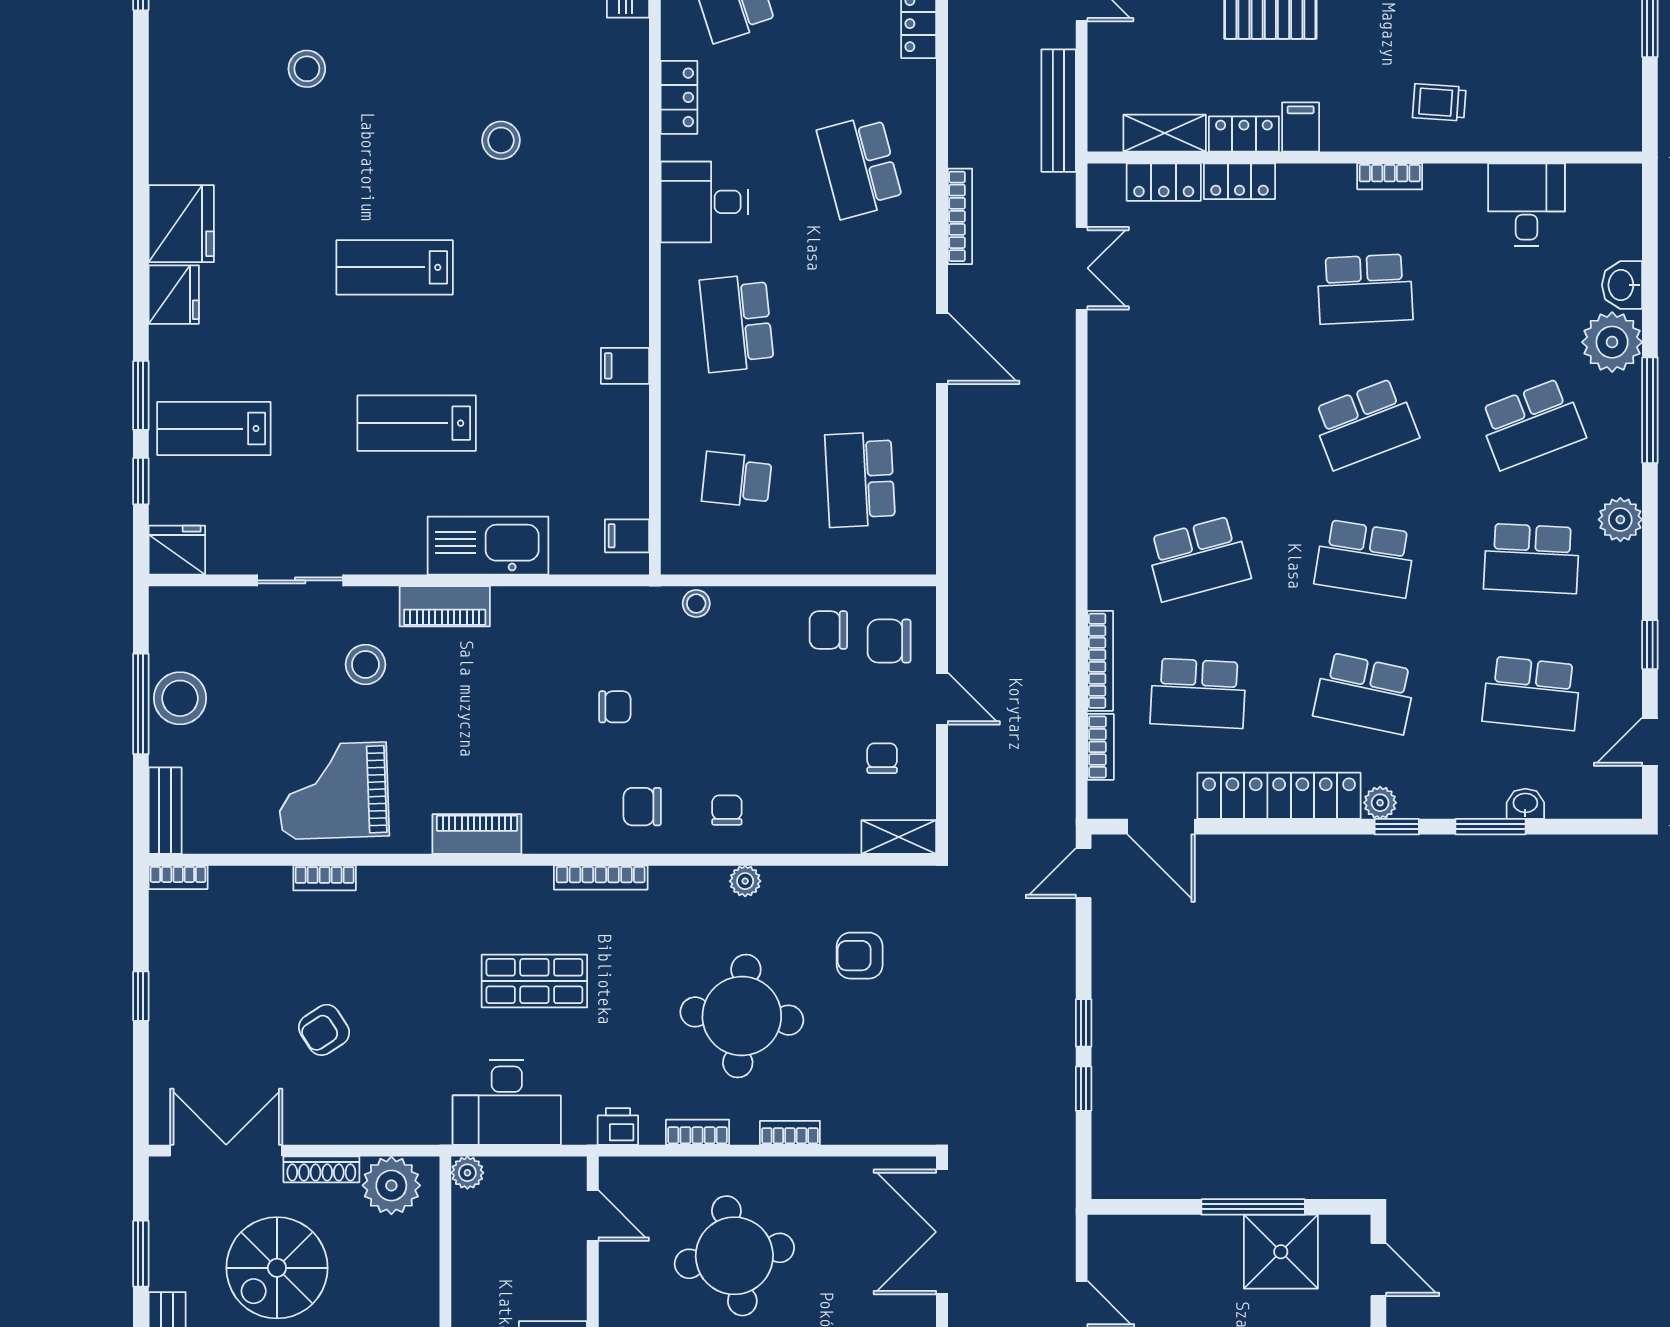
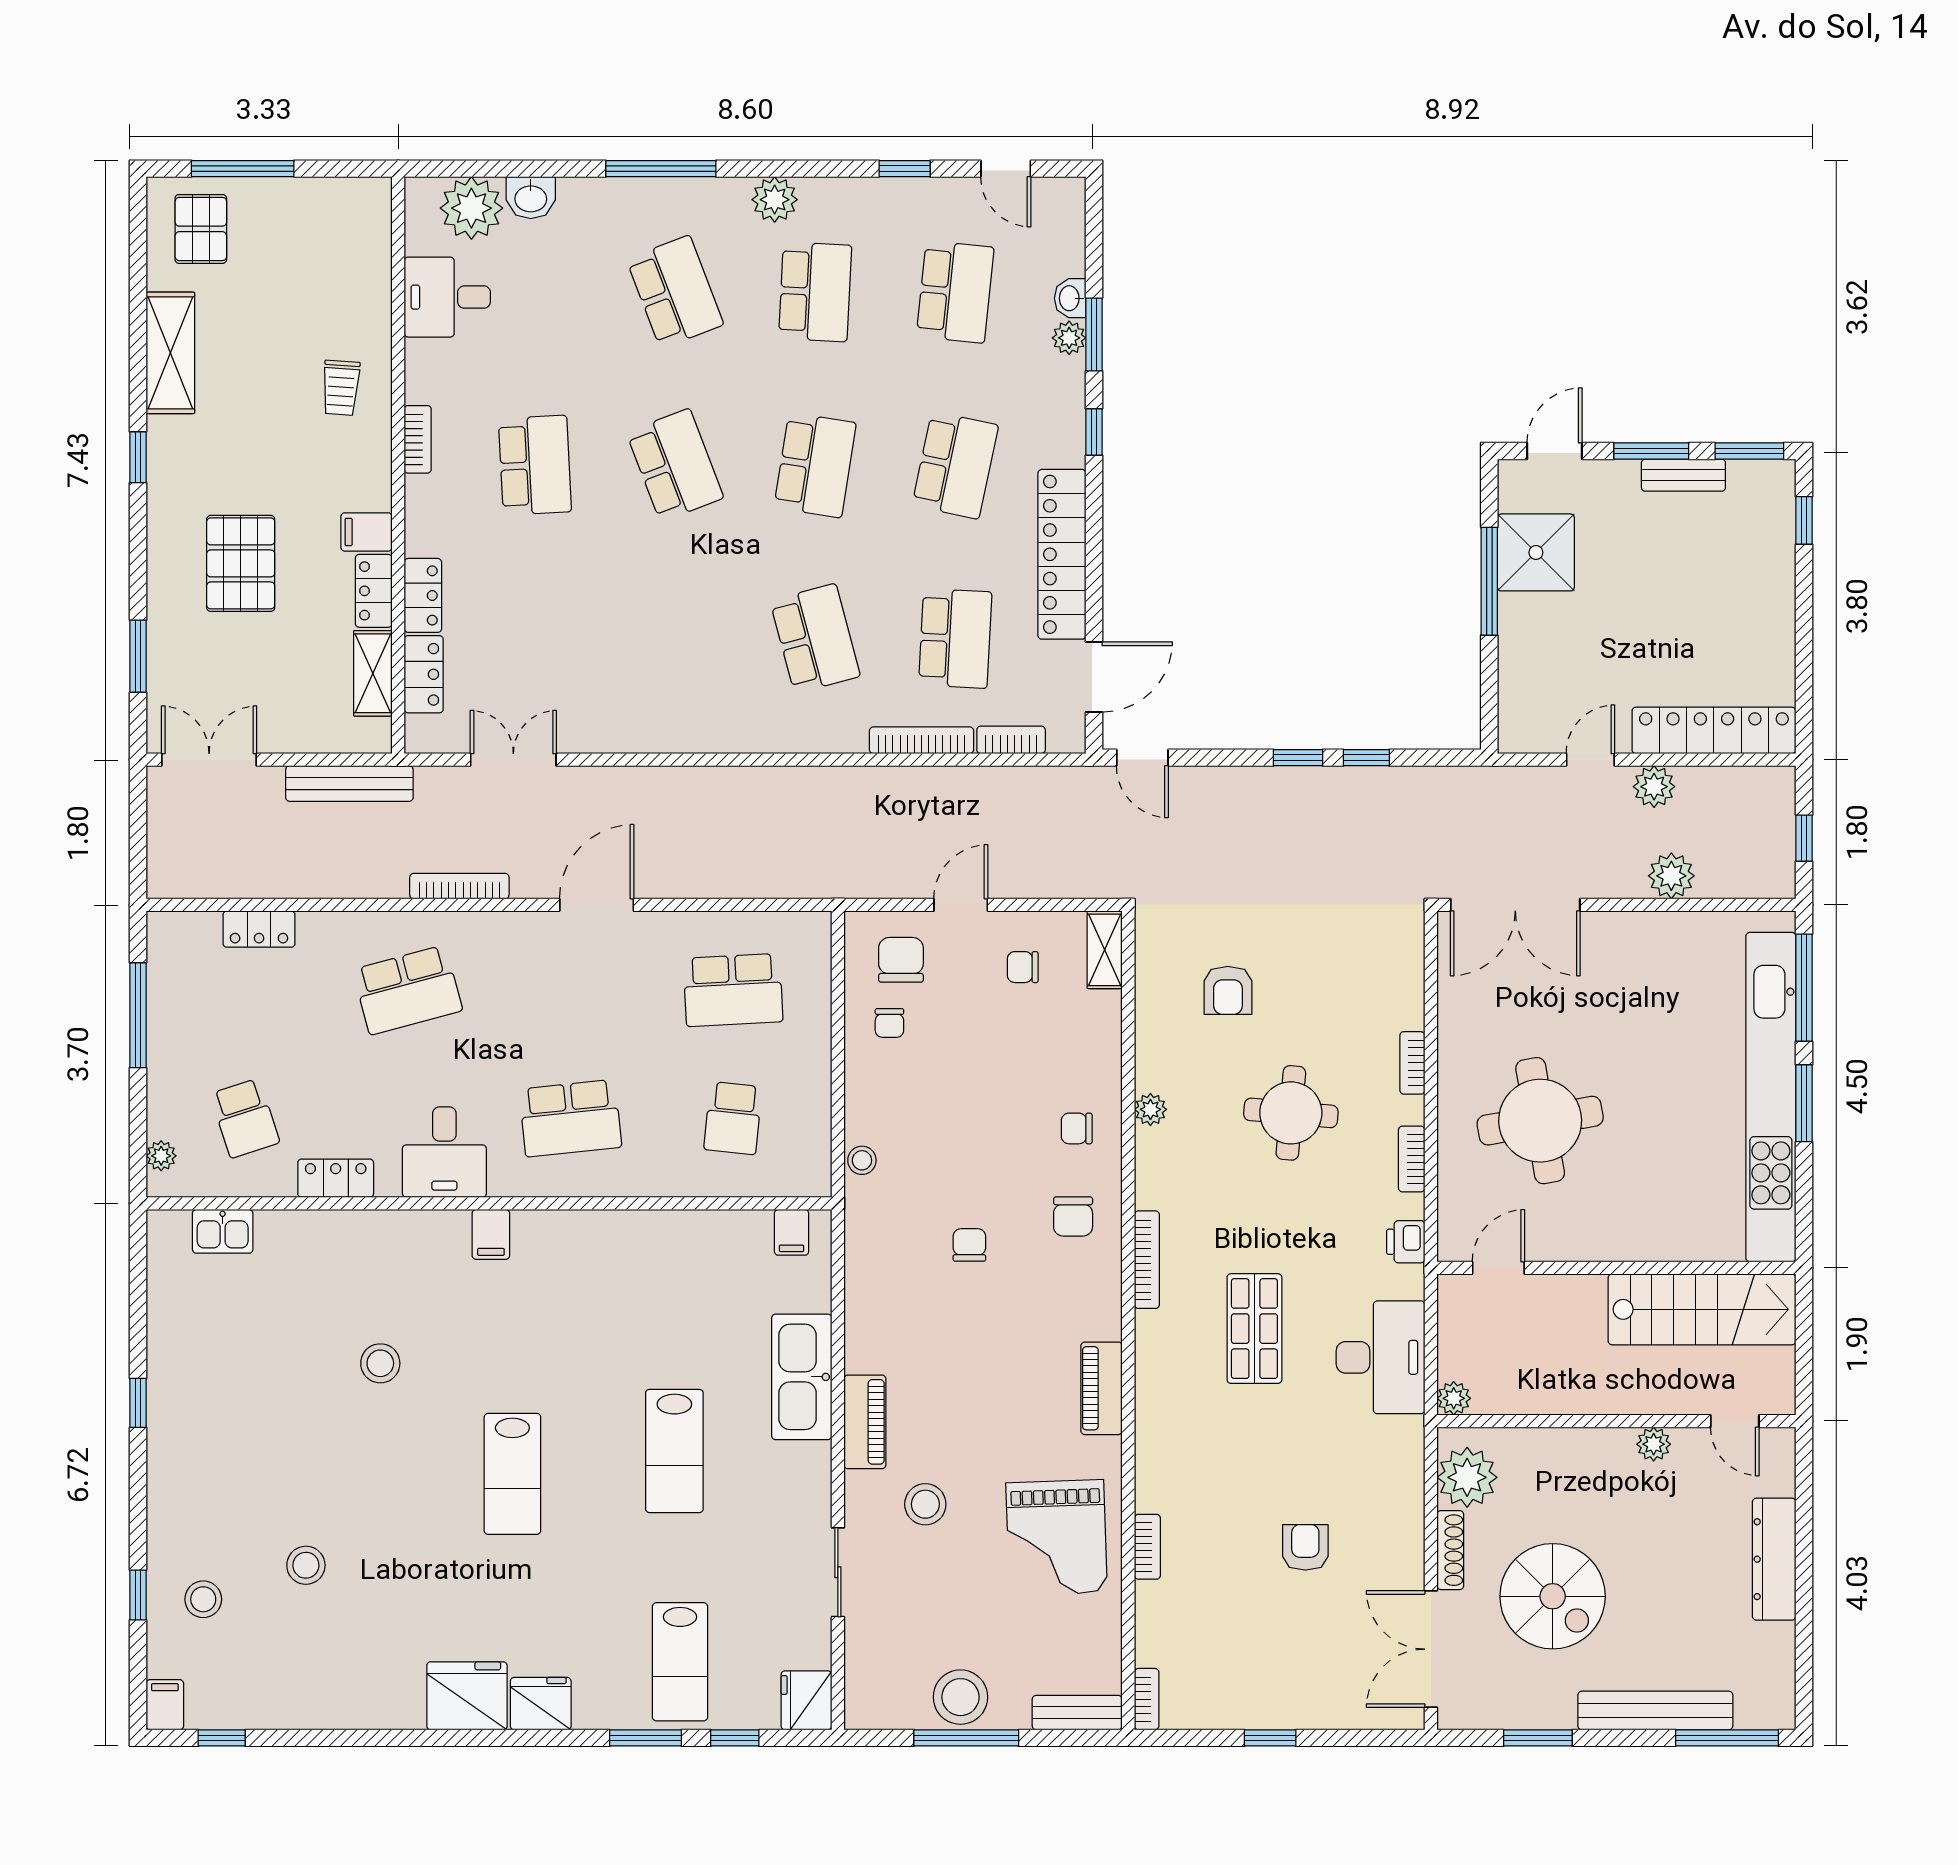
plant: (1612, 342) -> (471, 208), moved
filing cabinet: (625, 366) -> (491, 1234), moved
chair: (828, 630) -> (889, 1023), width x0.73, depth x0.73
chair: (889, 641) -> (901, 960), turned 180
plant: (1380, 803) -> (1069, 338), moved
round table: (742, 1016) -> (1291, 1113), width x0.73, depth x0.73
armchair: (324, 1030) -> (1305, 1547), turned -147

